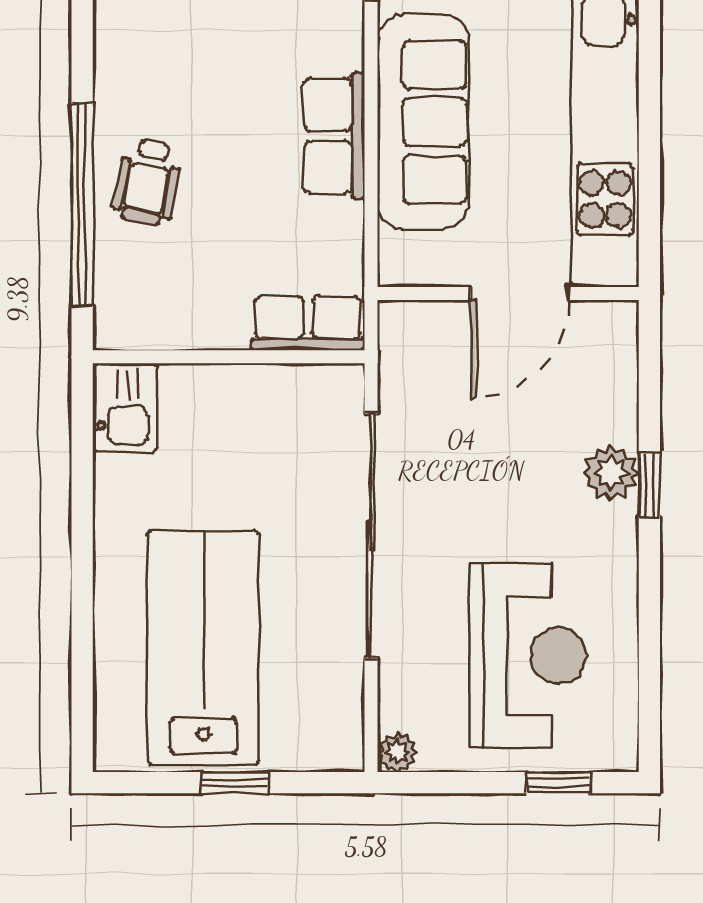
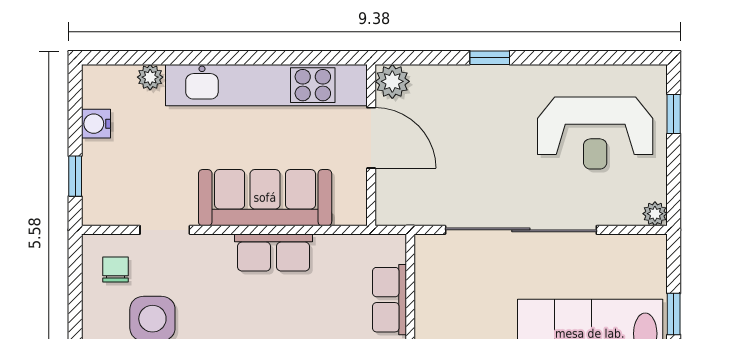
row of seats: (308, 323) -> (389, 300), moved
plant: (611, 473) -> (392, 81), moved
reception desk: (528, 656) -> (595, 133), turned 180

